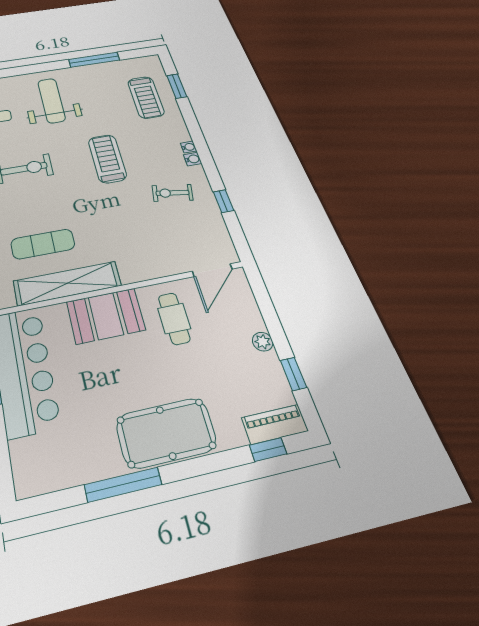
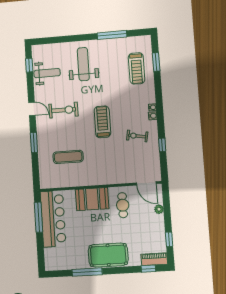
treadmill: (107, 159) -> (102, 122), moved
door: (212, 270) -> (146, 183), hinge flipped
shelving: (67, 283) -> (77, 180), removed
plant: (263, 342) -> (159, 209), moved

